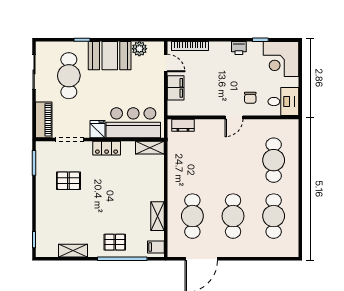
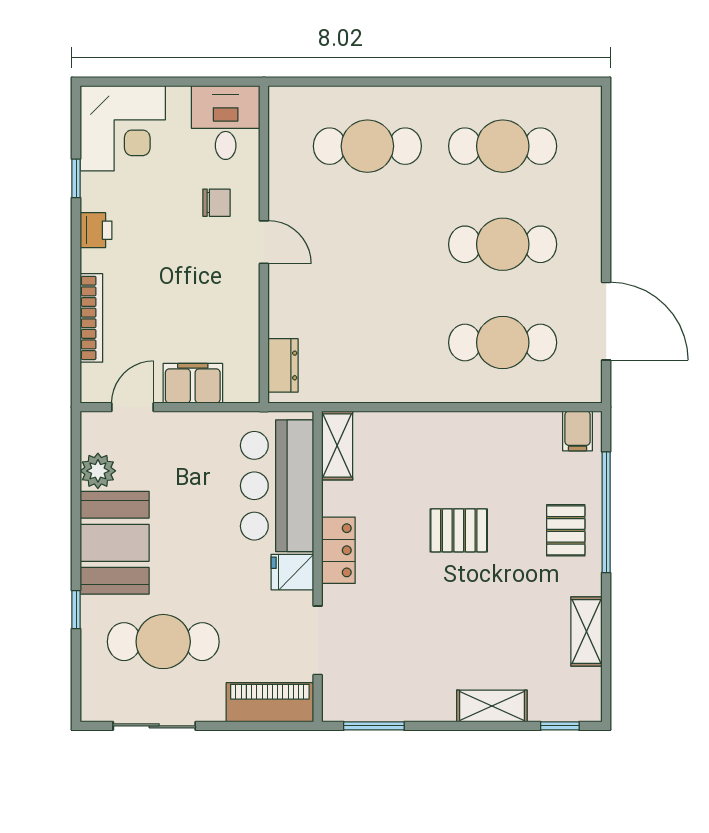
bookcase: (190, 46) -> (91, 318), moved
pallet: (68, 181) -> (459, 530), moved, turned 90
shelving: (158, 216) -> (492, 706), moved

